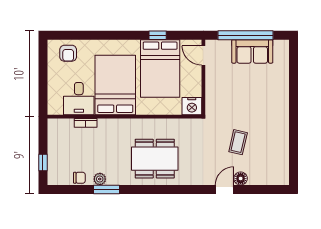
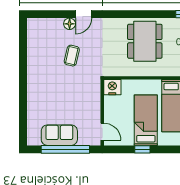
bed: (160, 68) -> (146, 120), width x0.67
dining table: (155, 159) -> (145, 41), turned 90

